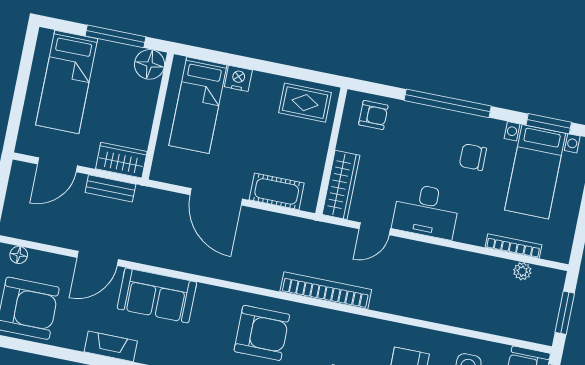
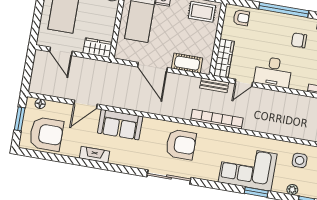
door: (57, 165) -> (61, 51), hinge flipped
bench: (110, 188) -> (214, 85), moved

